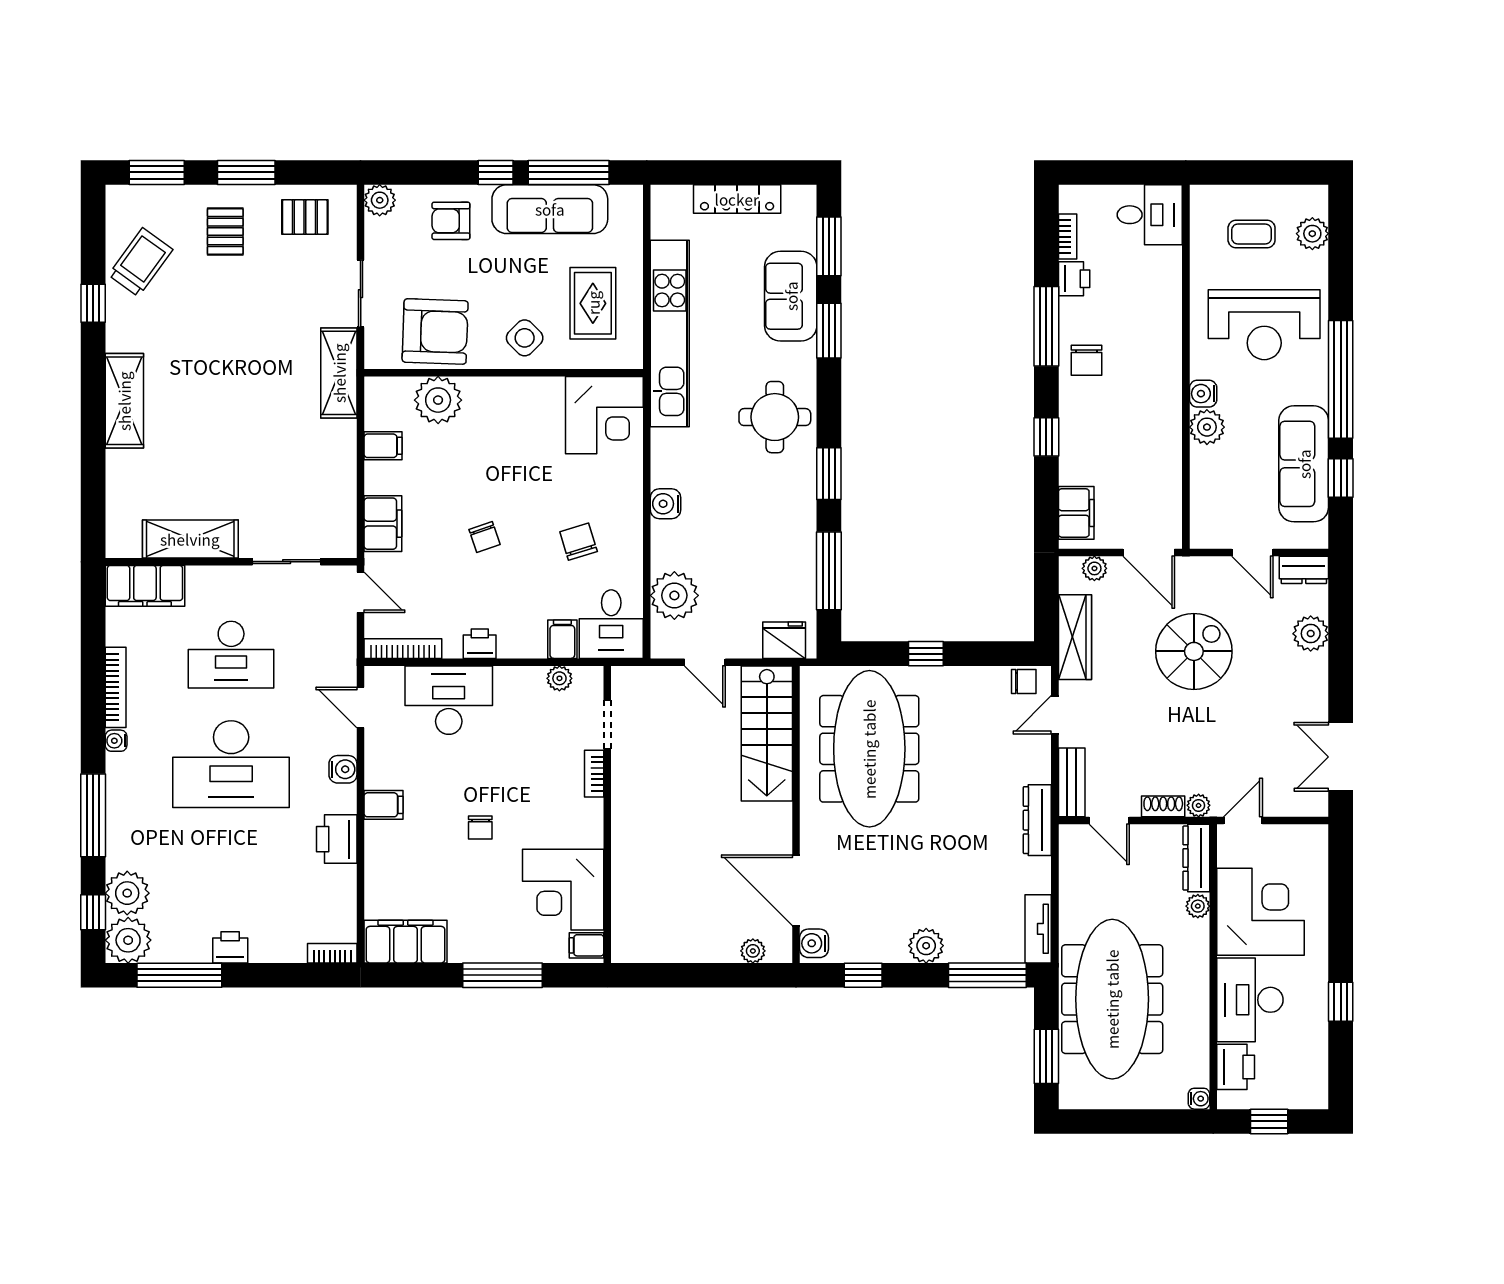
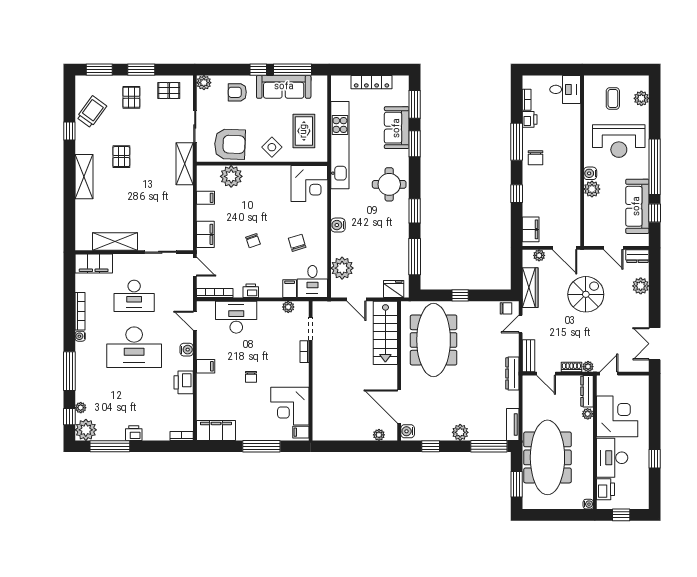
coffee table: (1252, 234) -> (613, 98), turned 90
pallet: (204, 358) -> (121, 157), added
plant: (127, 893) -> (81, 408), width x0.53, depth x0.53

